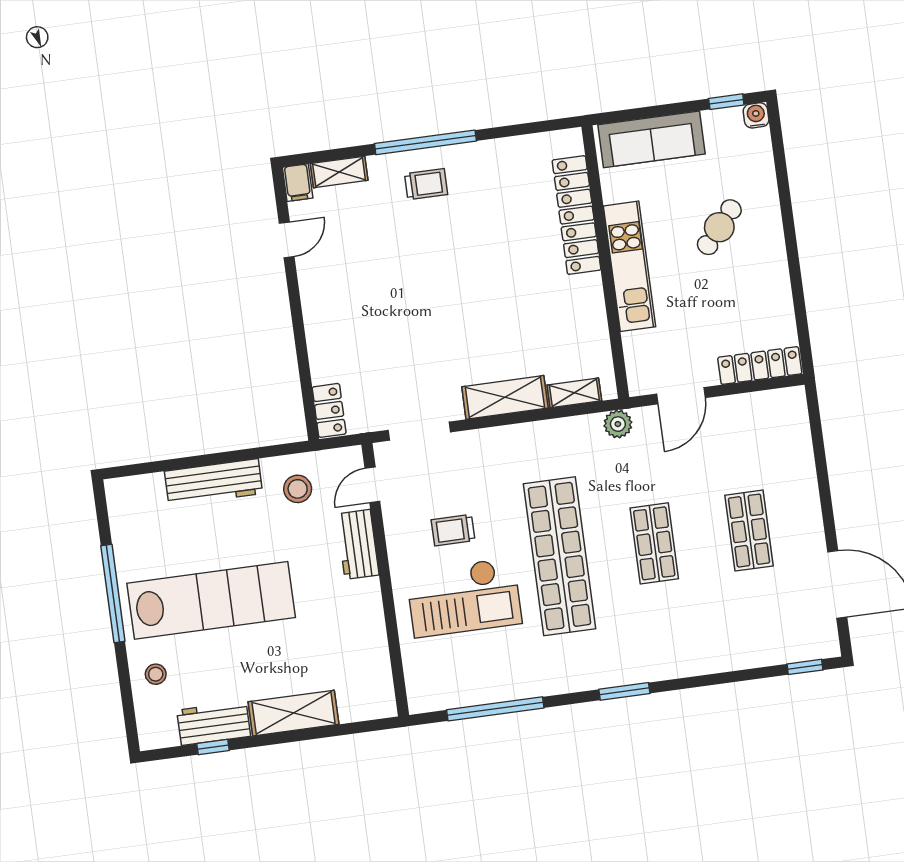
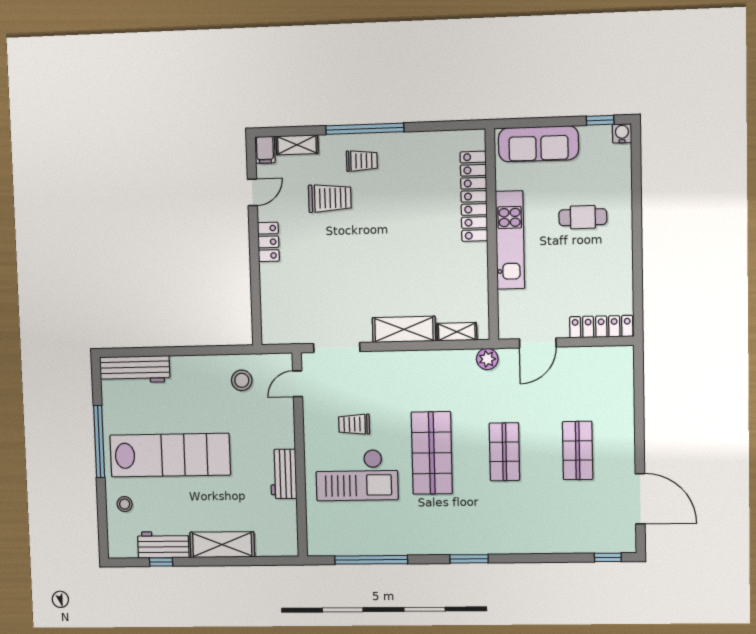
cafe table: (719, 227) -> (583, 217), turned 49
trolley: (389, 237) -> (330, 198), added
locker: (329, 410) -> (268, 242), moved
workbench: (214, 482) -> (135, 369), moved
workbench: (358, 544) -> (283, 474), moved
shop shelf: (559, 556) -> (432, 453), width x0.71

